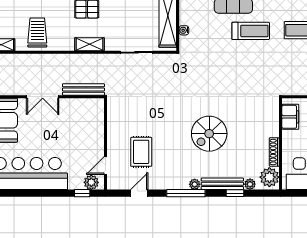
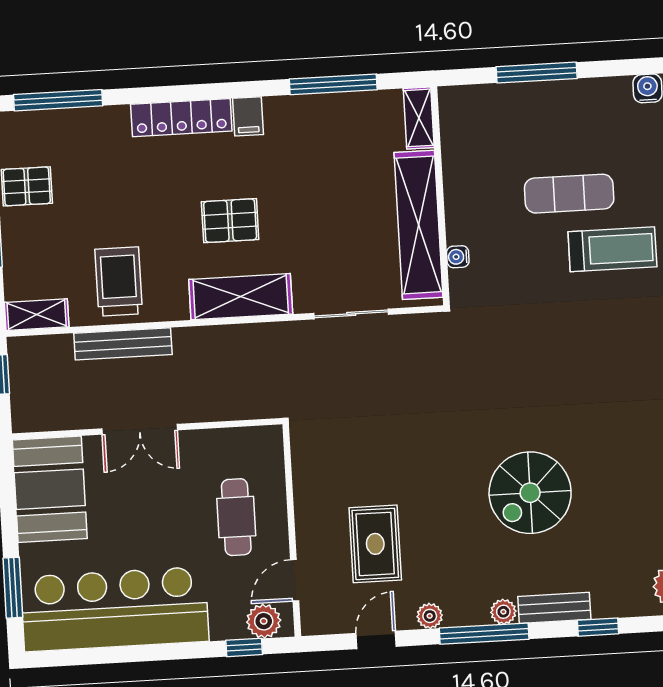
shelving: (89, 44) -> (241, 297), width x1.50, depth x1.33
bench: (83, 89) -> (123, 344), moved
cafe table: (82, 137) -> (236, 517), added
bench: (222, 184) -> (554, 608), width x0.73
plant: (250, 184) -> (430, 616), moved

